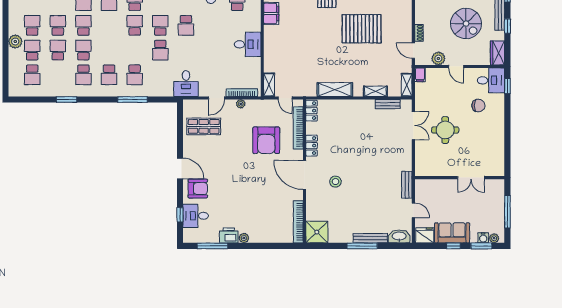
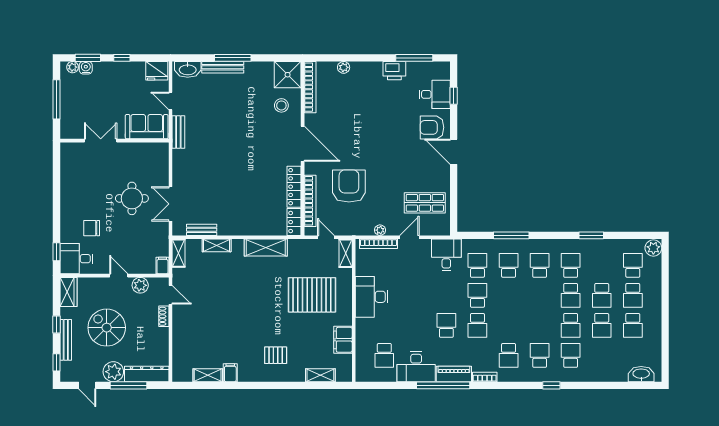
school desk: (135, 25) -> (477, 265), moved, turned 180
pallet: (362, 29) -> (312, 295), moved
plant: (15, 41) -> (653, 248), moved
desk: (248, 44) -> (372, 297), width x1.37
locker: (312, 146) -> (294, 187), width x1.53
stool: (335, 182) -> (281, 105), moved
sofa: (452, 233) -> (147, 127), moved, turned 180
plant: (244, 238) -> (344, 67), moved

